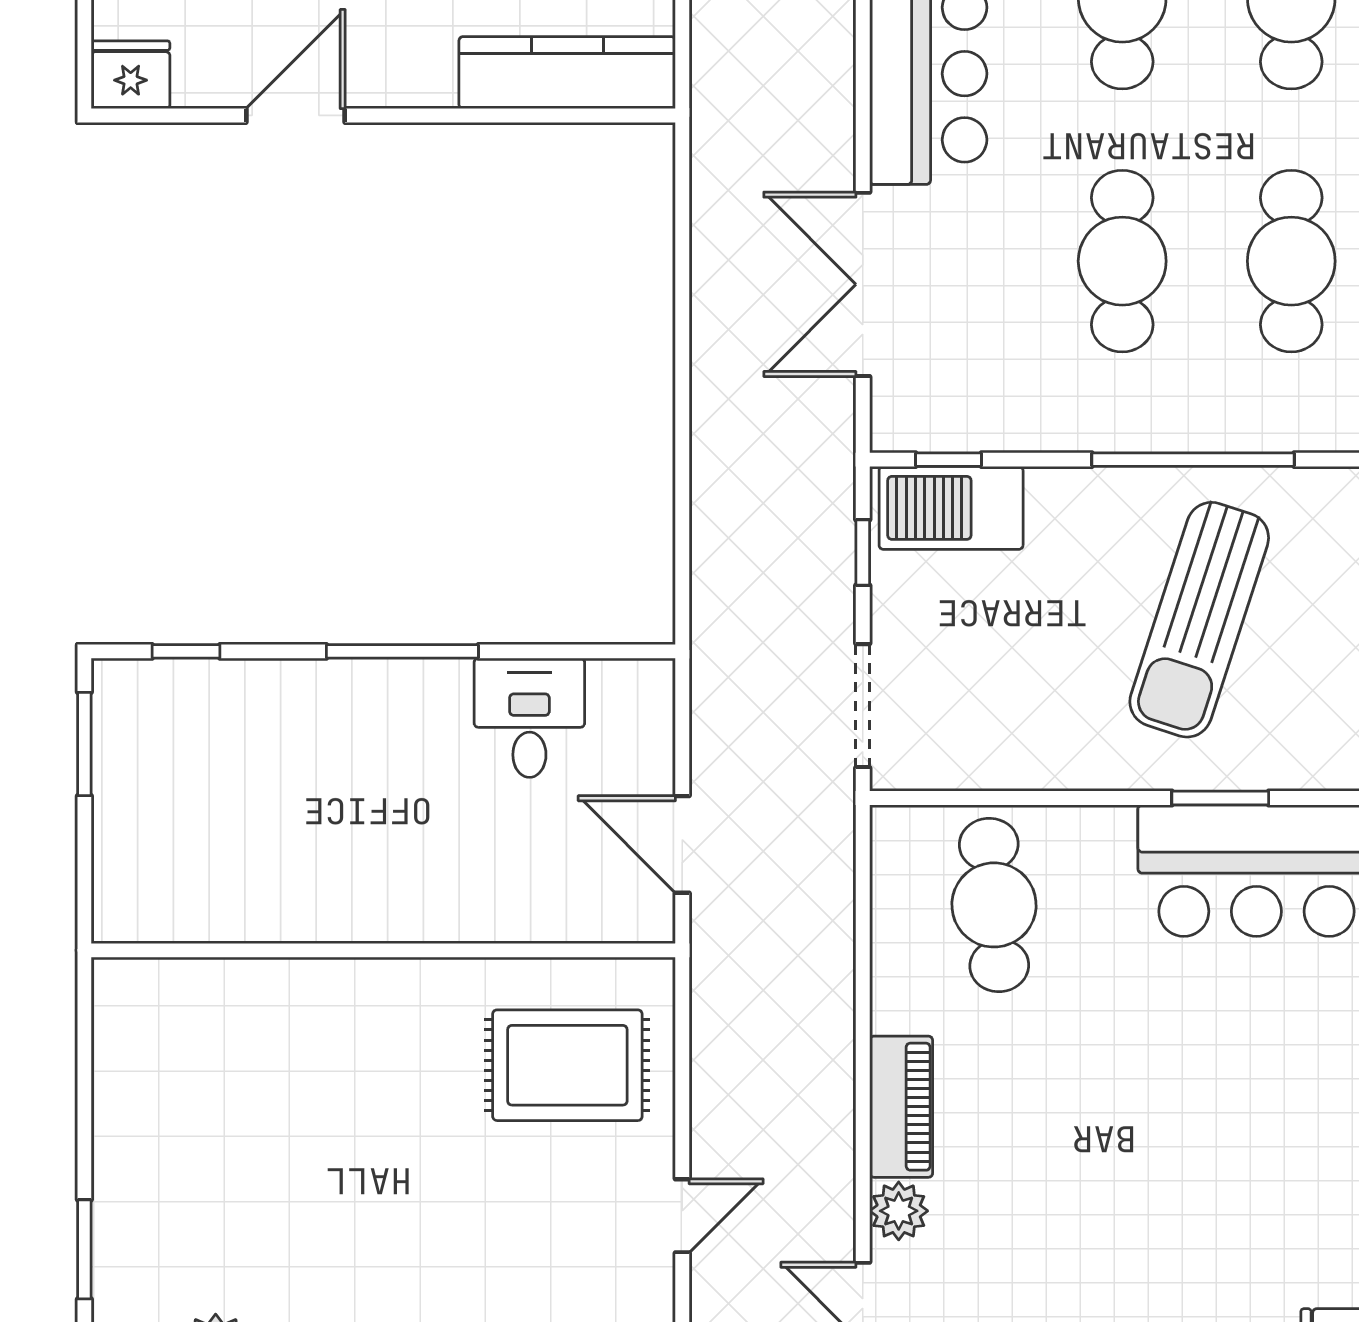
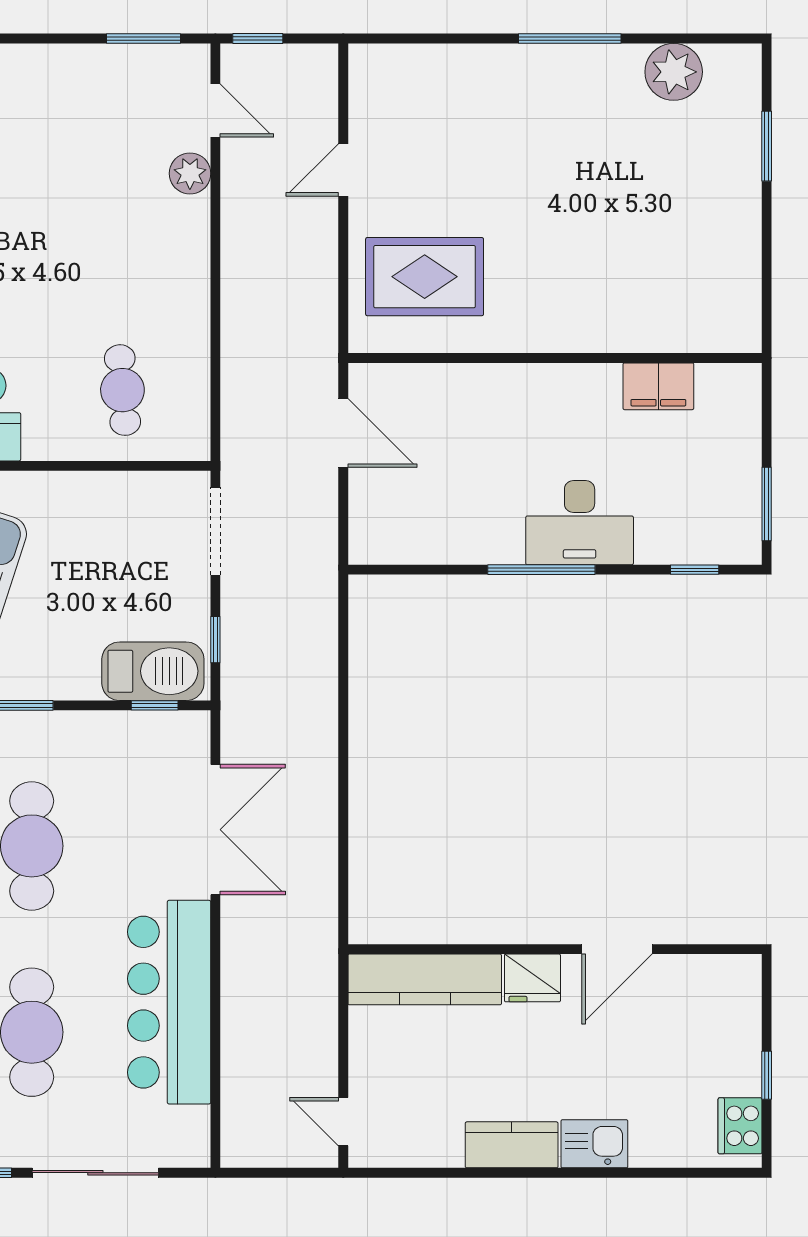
fridge: (131, 75) -> (532, 978), moved
desk: (529, 718) -> (580, 523), moved, width x1.37
cafe table: (994, 905) -> (122, 390), width x0.73, depth x0.74
filing cabinet: (237, 910) -> (658, 386), added
piano: (901, 1107) -> (188, 247), removed

